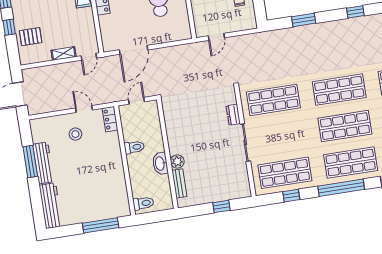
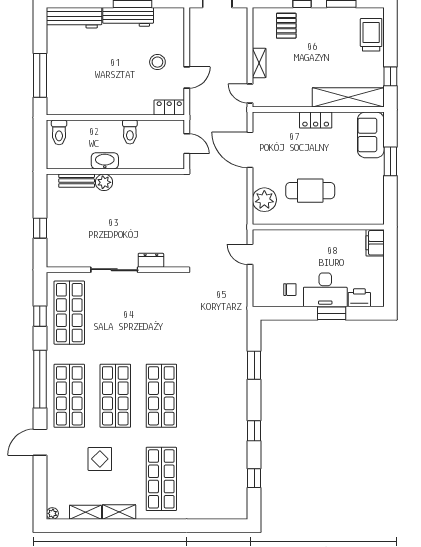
plant: (171, 32) -> (264, 200), added
shop shelf: (273, 100) -> (161, 313), removed

